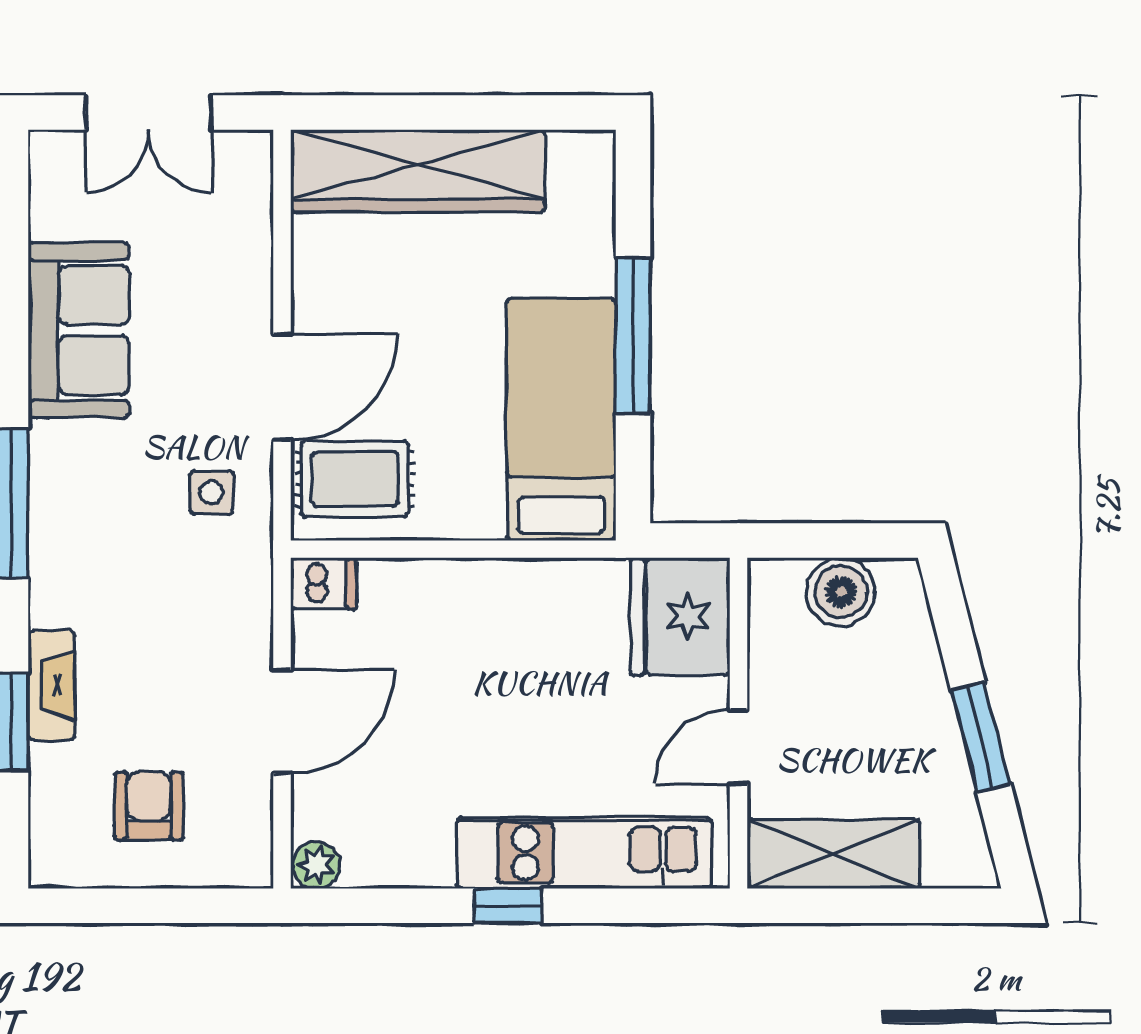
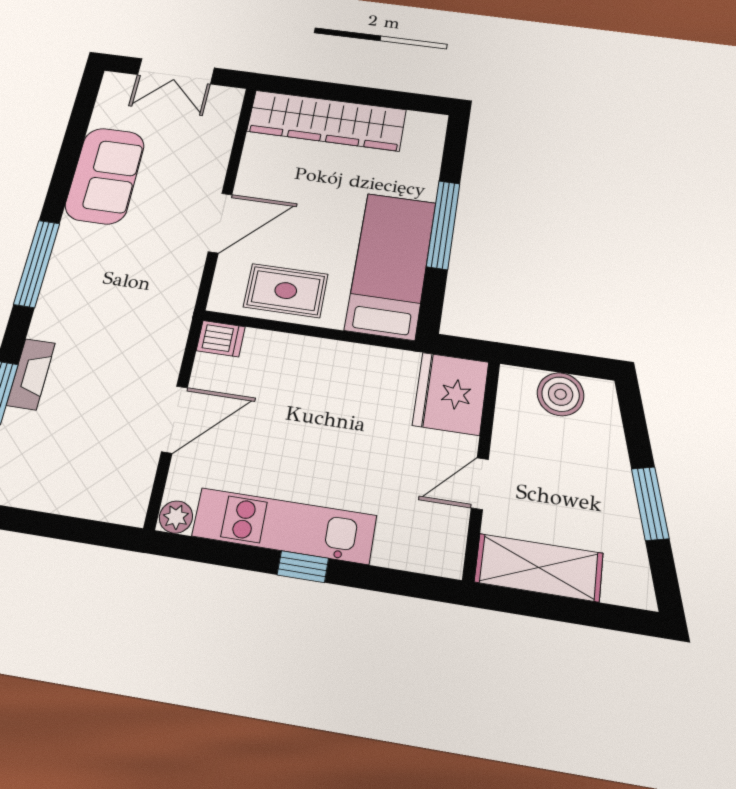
rug: (355, 479) -> (286, 291), moved
side table: (212, 492) -> (163, 275), removed
armchair: (149, 806) -> (73, 460), removed
kitchen unit: (584, 853) -> (284, 526), moved

